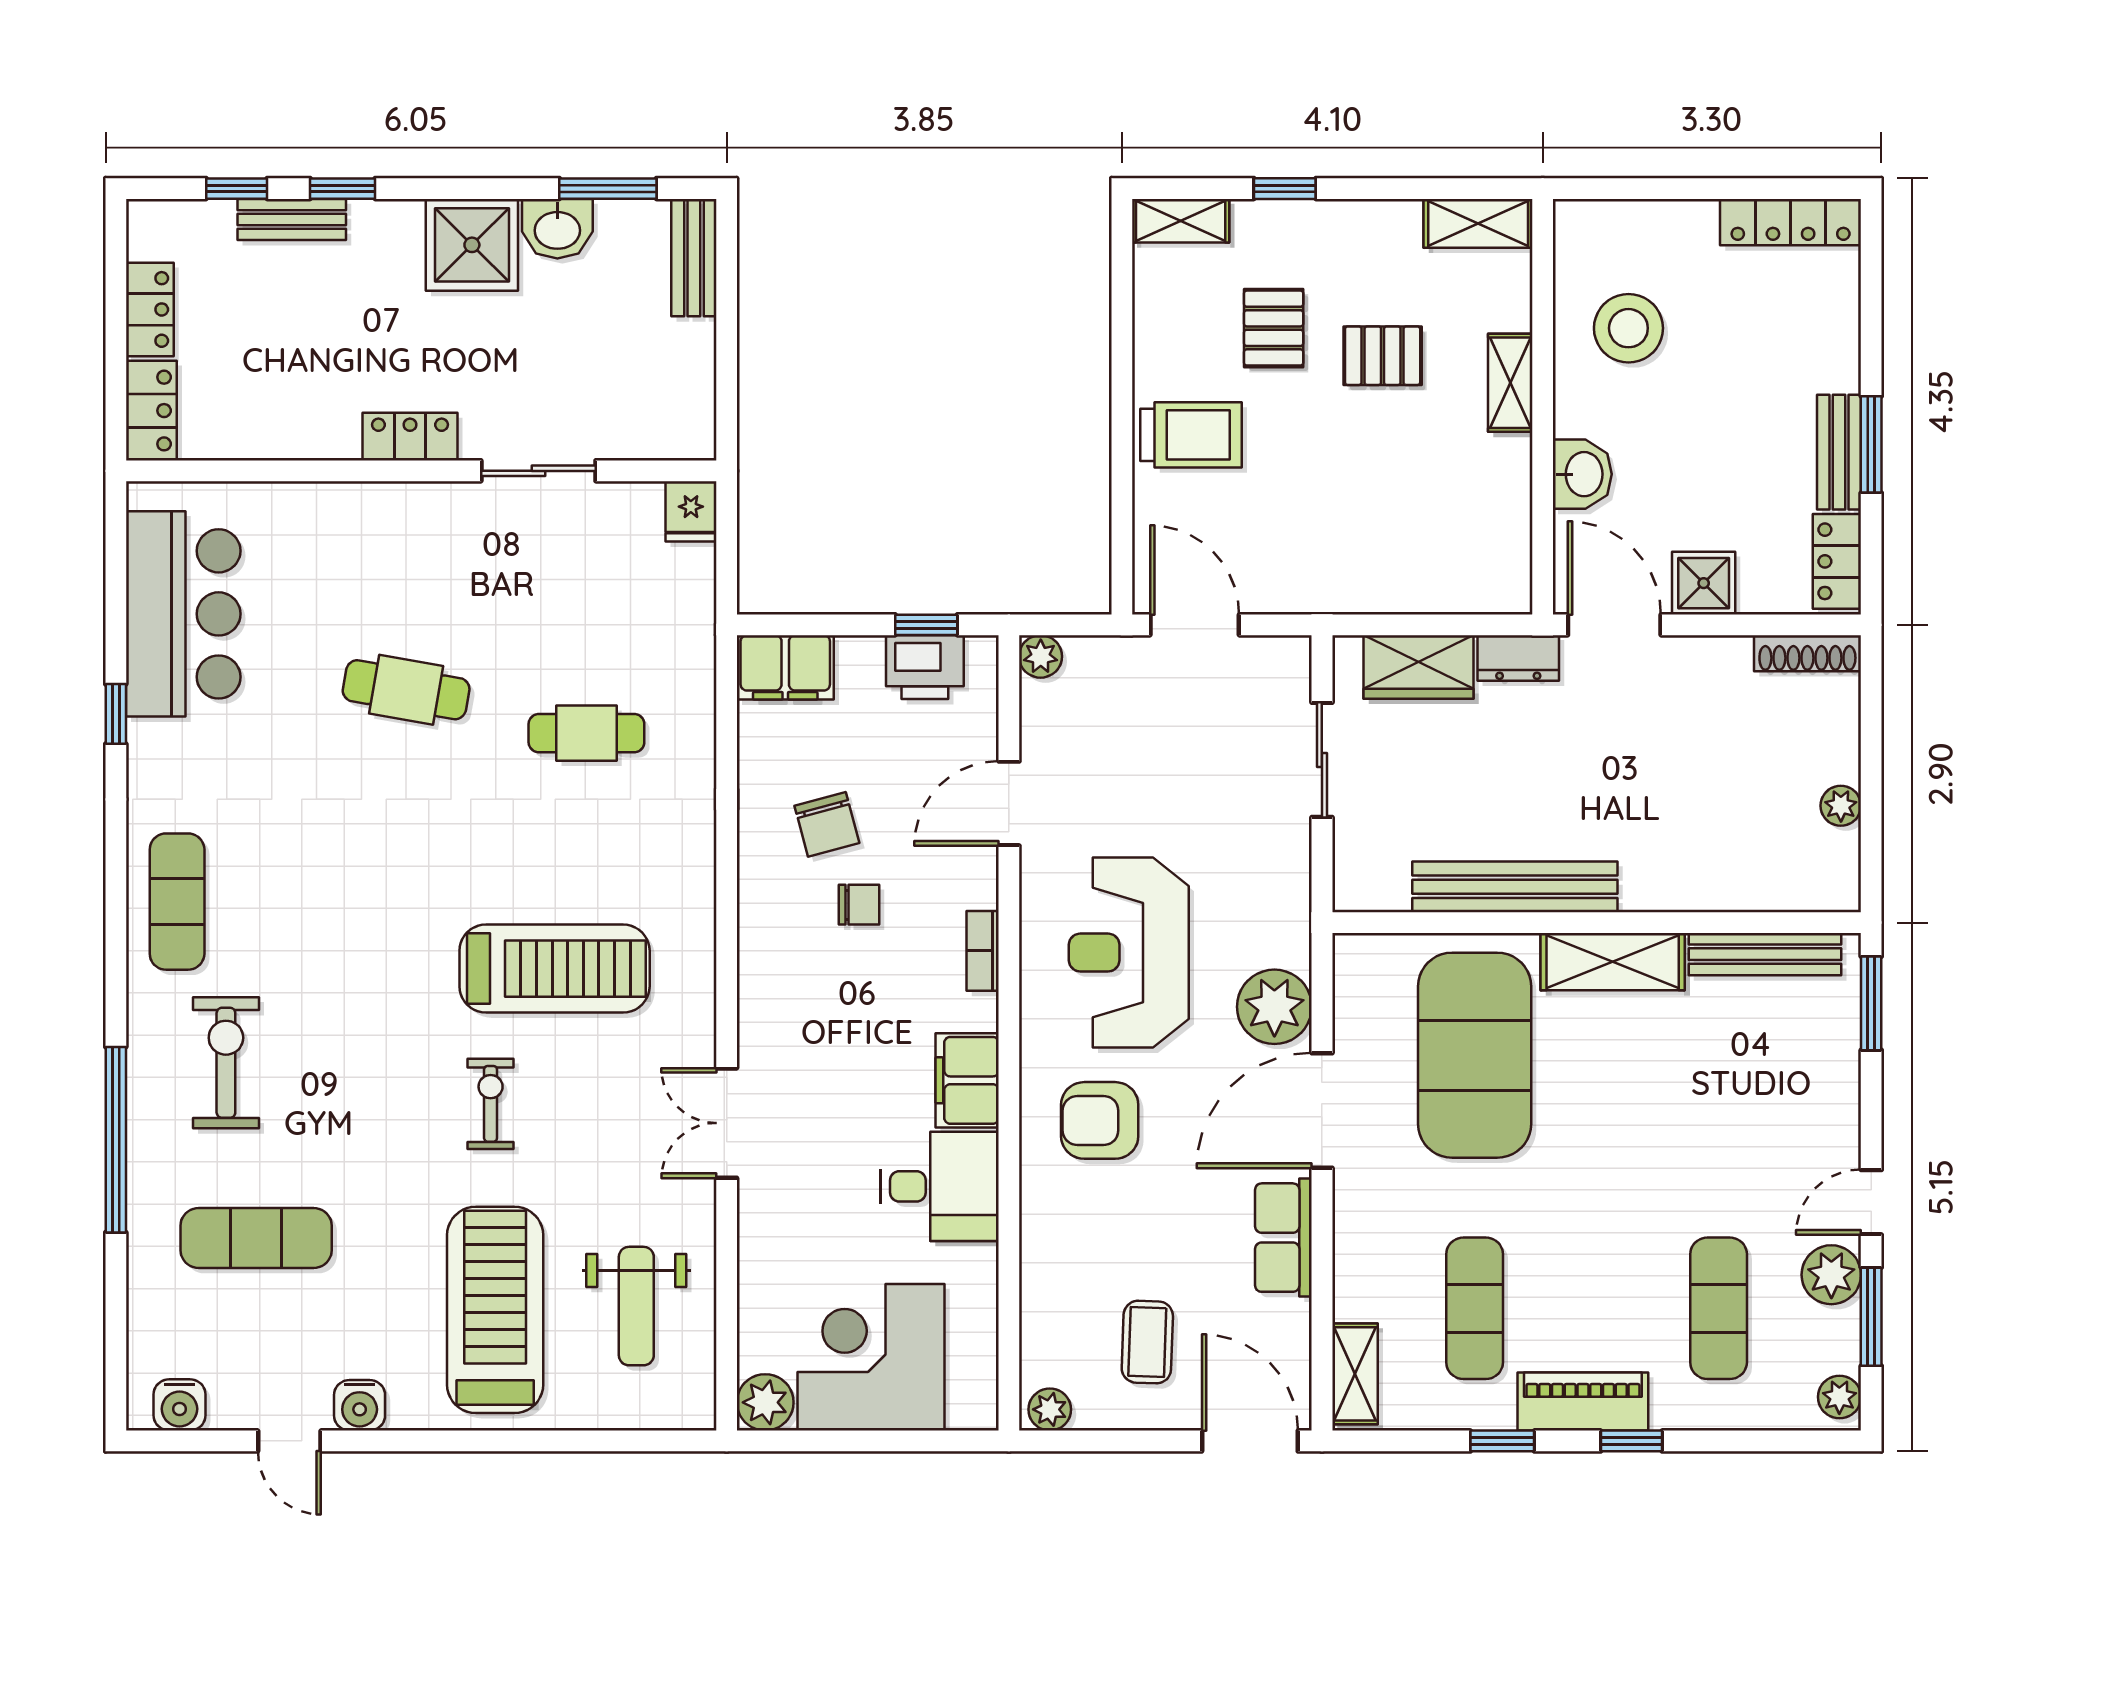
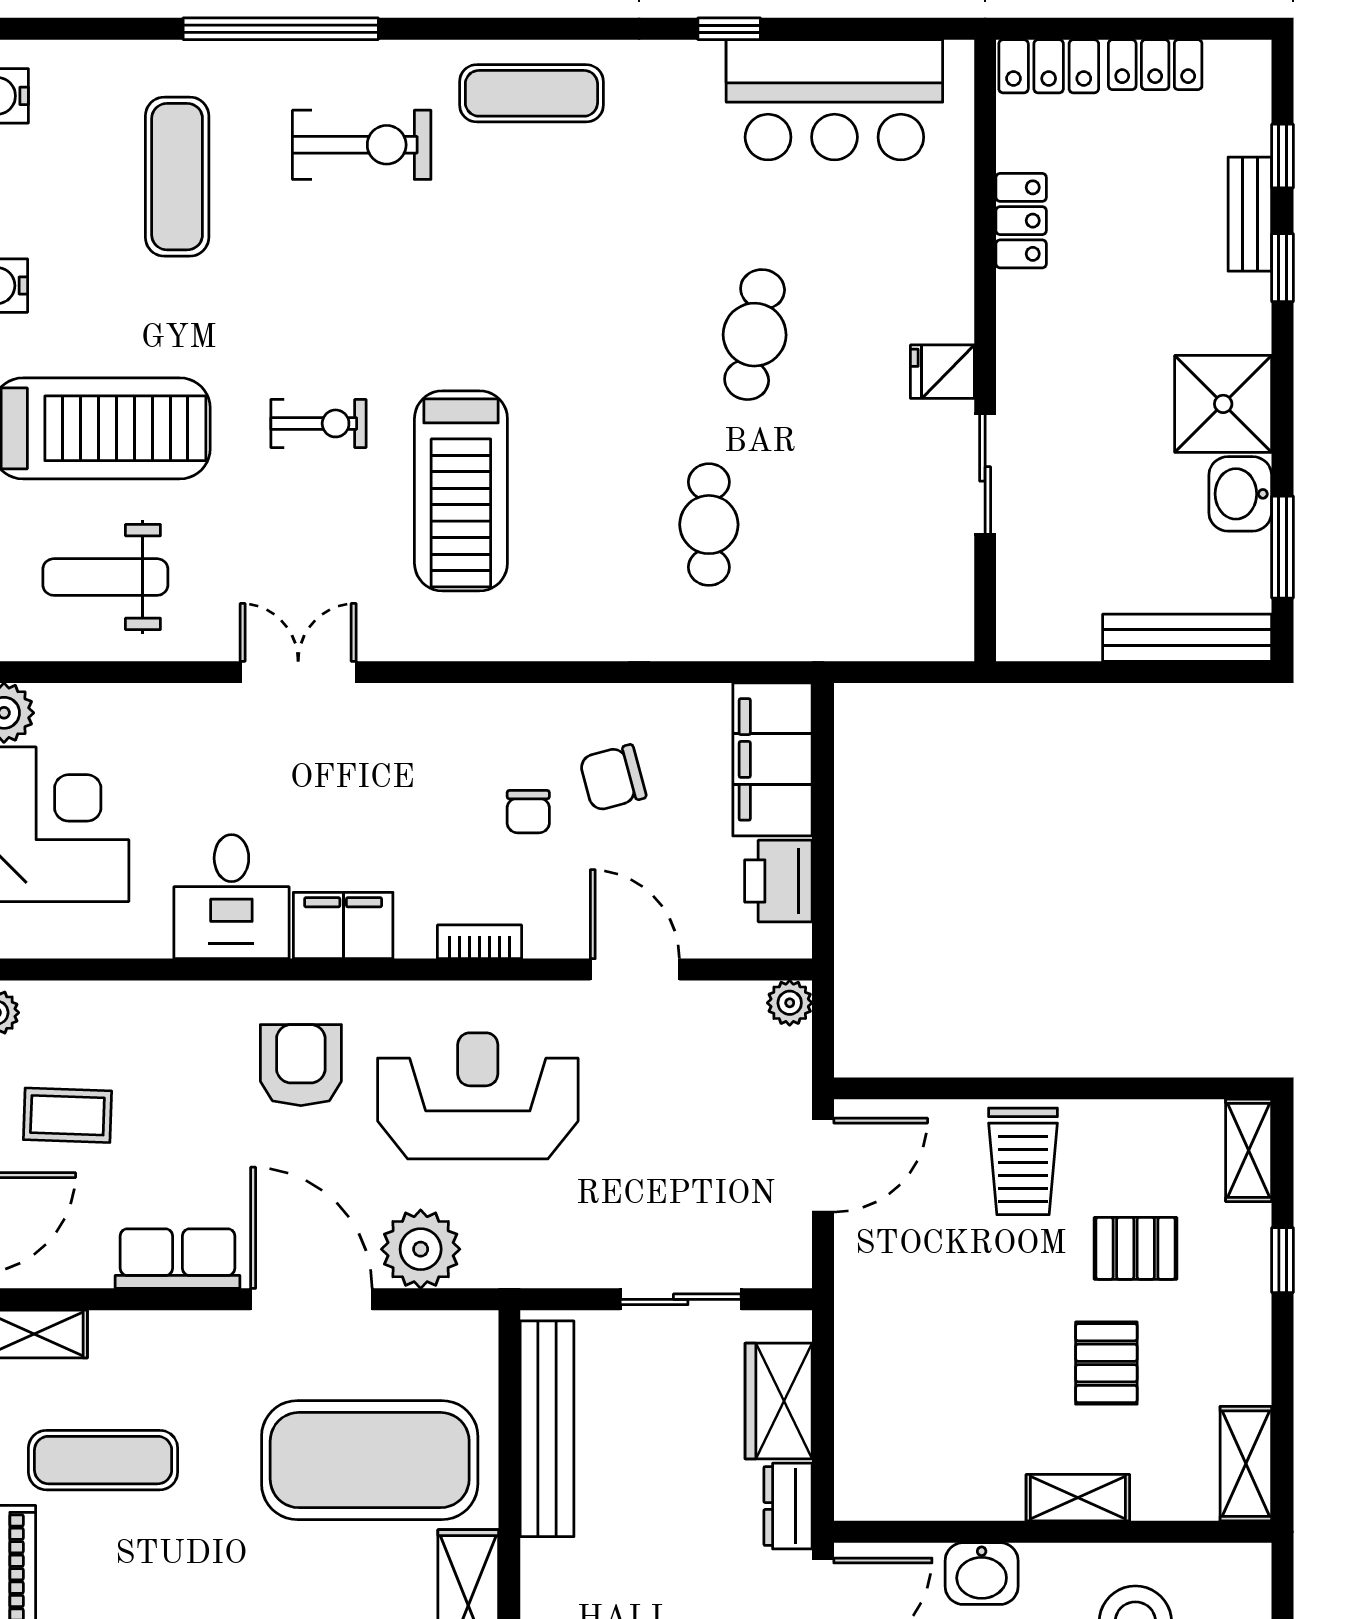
bench: (694, 258) -> (1187, 638), width x1.36
locker: (410, 437) -> (1021, 221), moved
fridge: (691, 511) -> (942, 372), moved
window: (926, 625) -> (823, 882), removed
filing cabinet: (785, 667) -> (772, 759), width x1.50, depth x1.17
bench: (1515, 887) -> (547, 1429), moved

